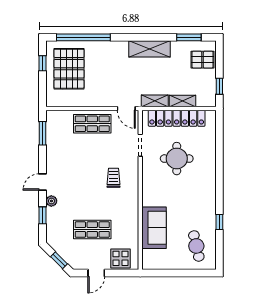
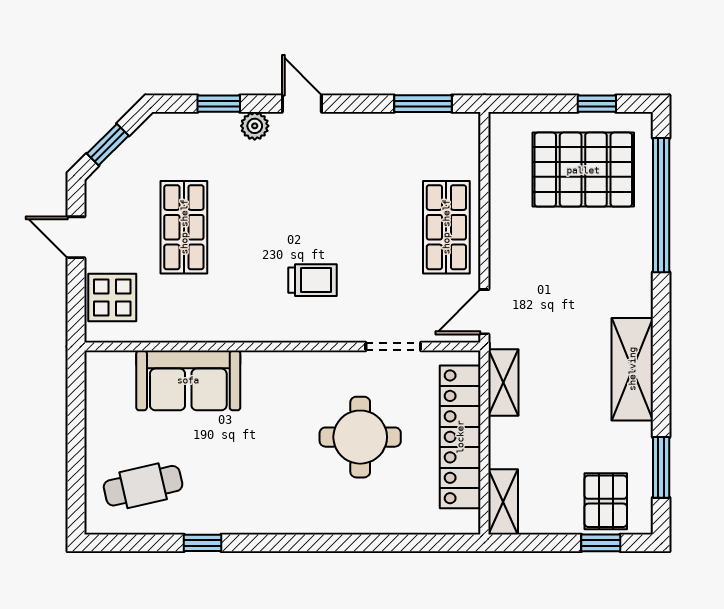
window: (219, 86) -> (601, 543), moved
shelving: (182, 101) -> (503, 502), moved

